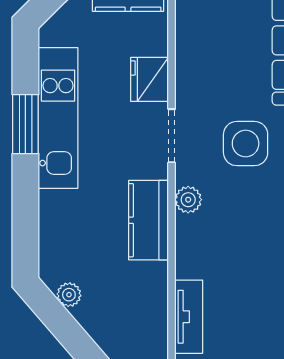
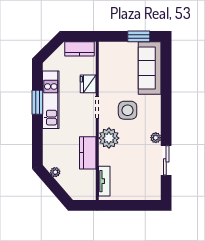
plant: (188, 200) -> (109, 138), width x1.88, depth x1.88
kitchen counter: (149, 220) -> (88, 153), moved

